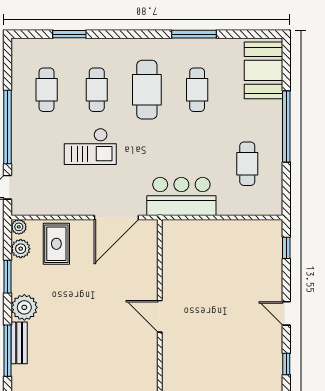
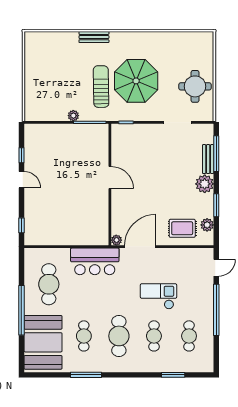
booth: (264, 70) -> (43, 342), width x1.36, depth x1.42
cafe table: (247, 164) -> (49, 284), width x1.37, depth x1.35
plant: (19, 227) -> (116, 240), moved
rug: (56, 244) -> (182, 228), turned 90
window: (286, 364) -> (21, 155), moved

